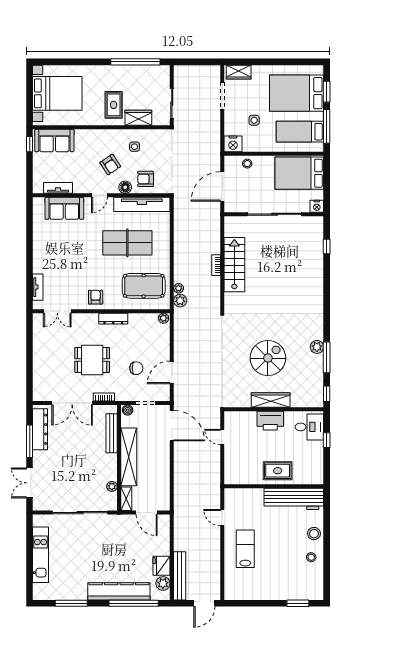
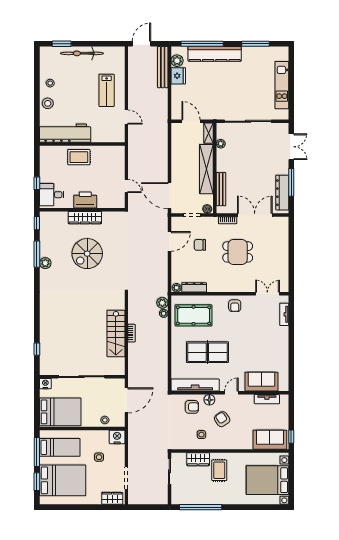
dresser: (113, 319) -> (194, 287), moved
bicycle: (274, 592) -> (82, 53), added

